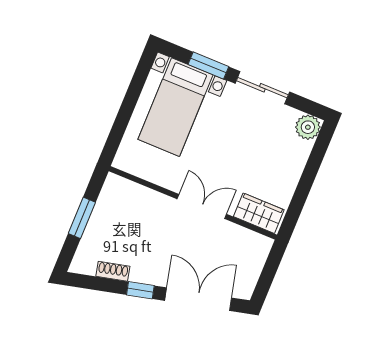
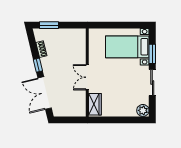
double door: (202, 207) -> (87, 77), swing flipped
window: (82, 218) -> (49, 25), moved
double door: (198, 299) -> (45, 93), swing flipped

